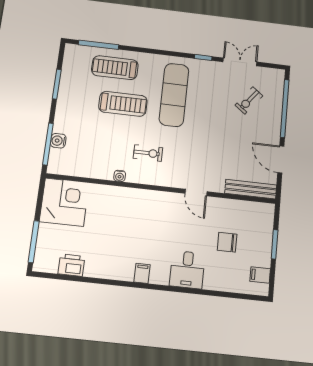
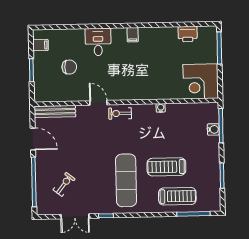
exercise bike: (148, 153) -> (120, 113), moved

